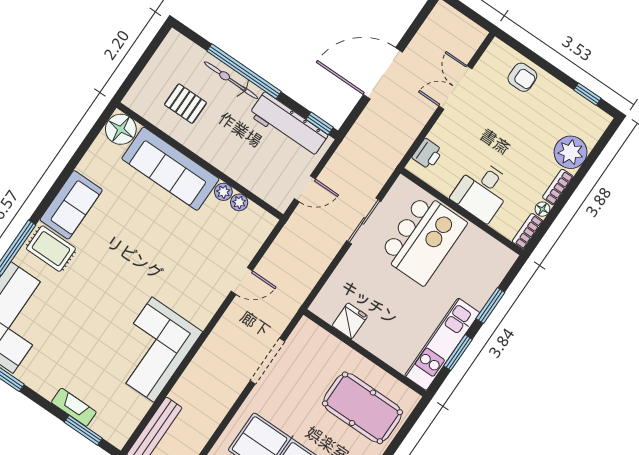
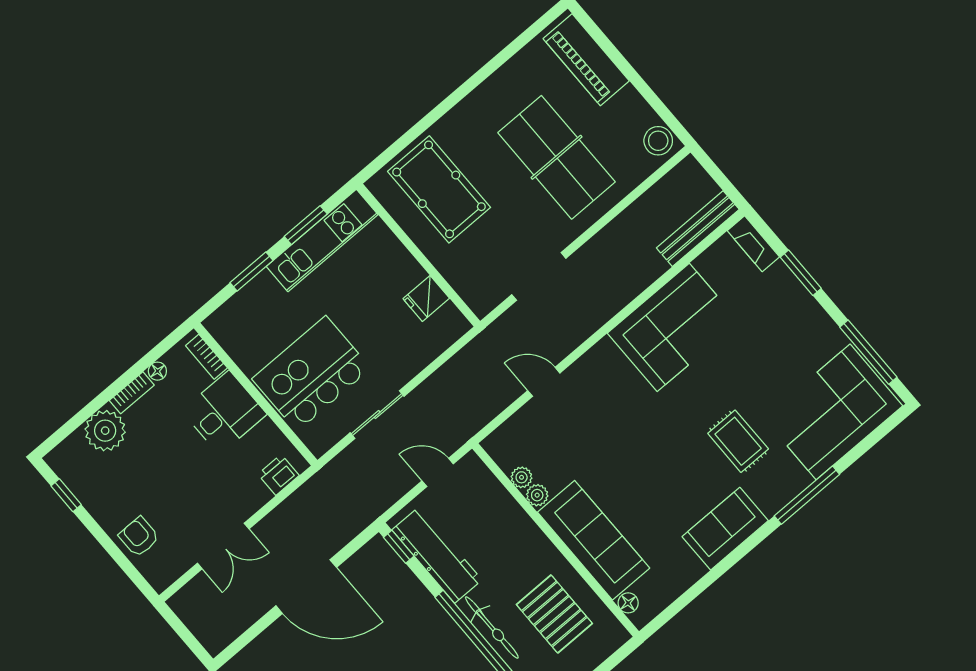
pallet: (185, 104) -> (554, 614), width x1.50, depth x1.42
floor lamp: (121, 129) -> (628, 603), width x0.53, depth x0.53
bookcase: (527, 231) -> (207, 357), moved, turned 90
rug: (51, 249) -> (738, 441), moved
fireplace: (74, 407) -> (753, 244), moved
window: (83, 430) -> (801, 273), moved

